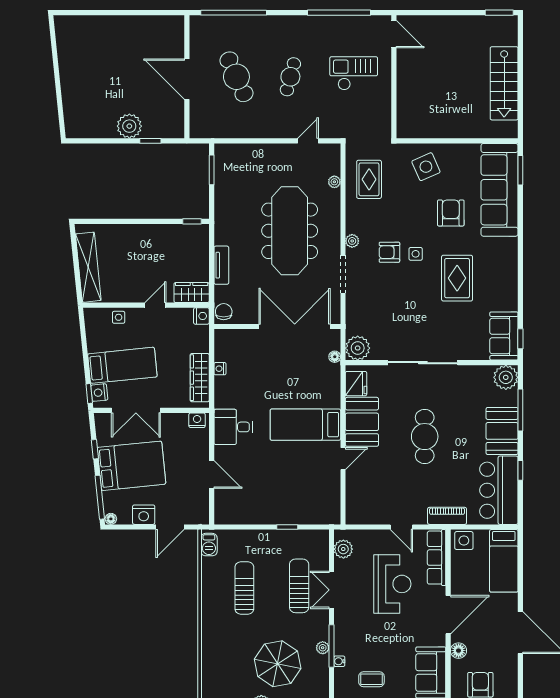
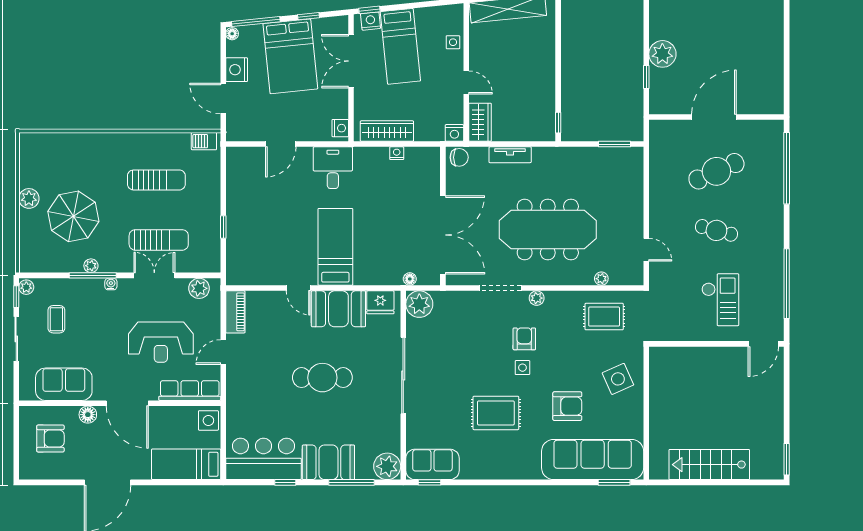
piano: (447, 516) -> (235, 312), moved
water cooler: (339, 661) -> (111, 284), moved

